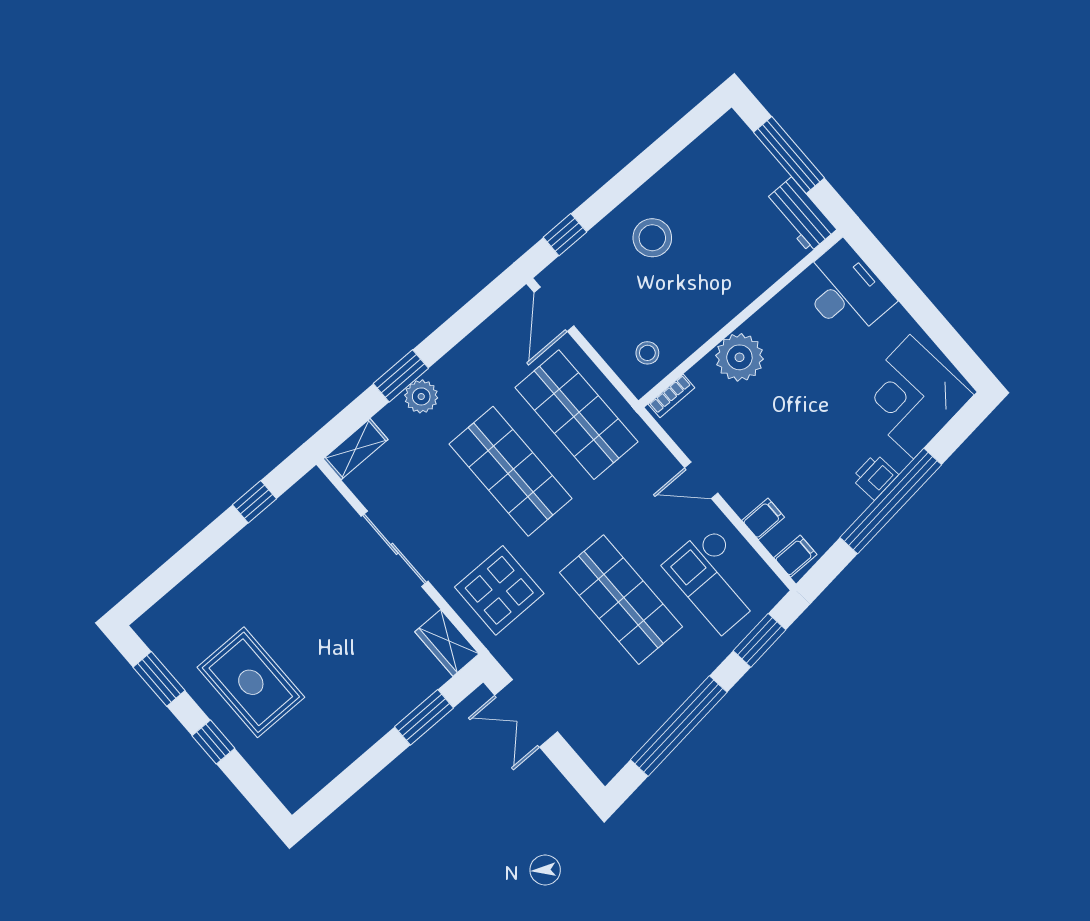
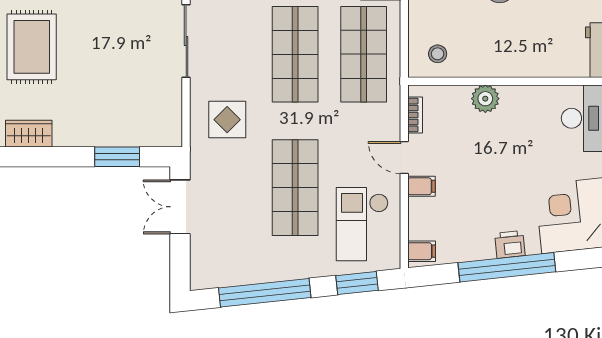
plant: (739, 357) -> (485, 99), width x0.73, depth x0.73
bookcase: (672, 396) -> (415, 115), moved, turned -90
filing cabinet: (763, 519) -> (421, 186), moved
display table: (499, 590) -> (227, 120), width x0.73, depth x0.73
wardrobe: (447, 643) -> (29, 134), moved, turned 90

